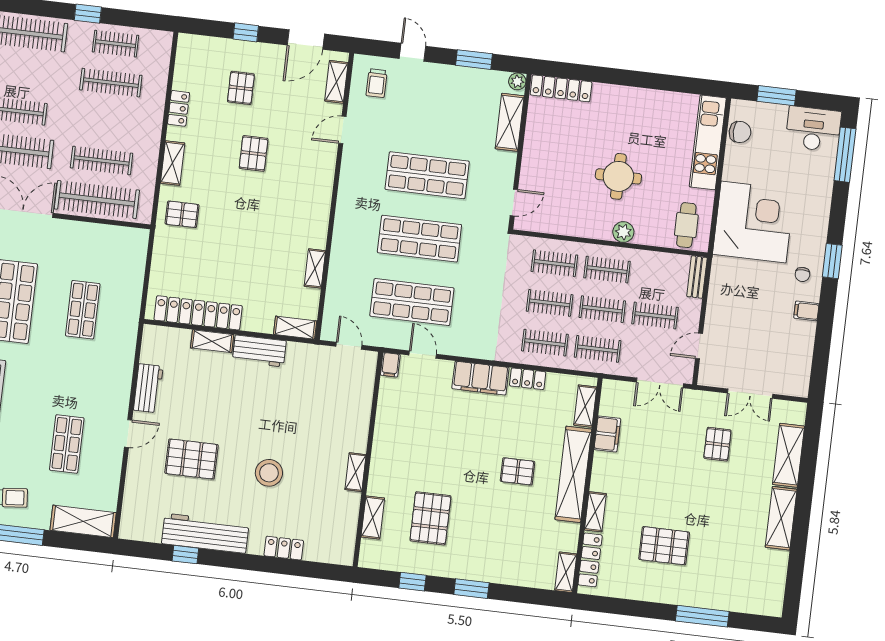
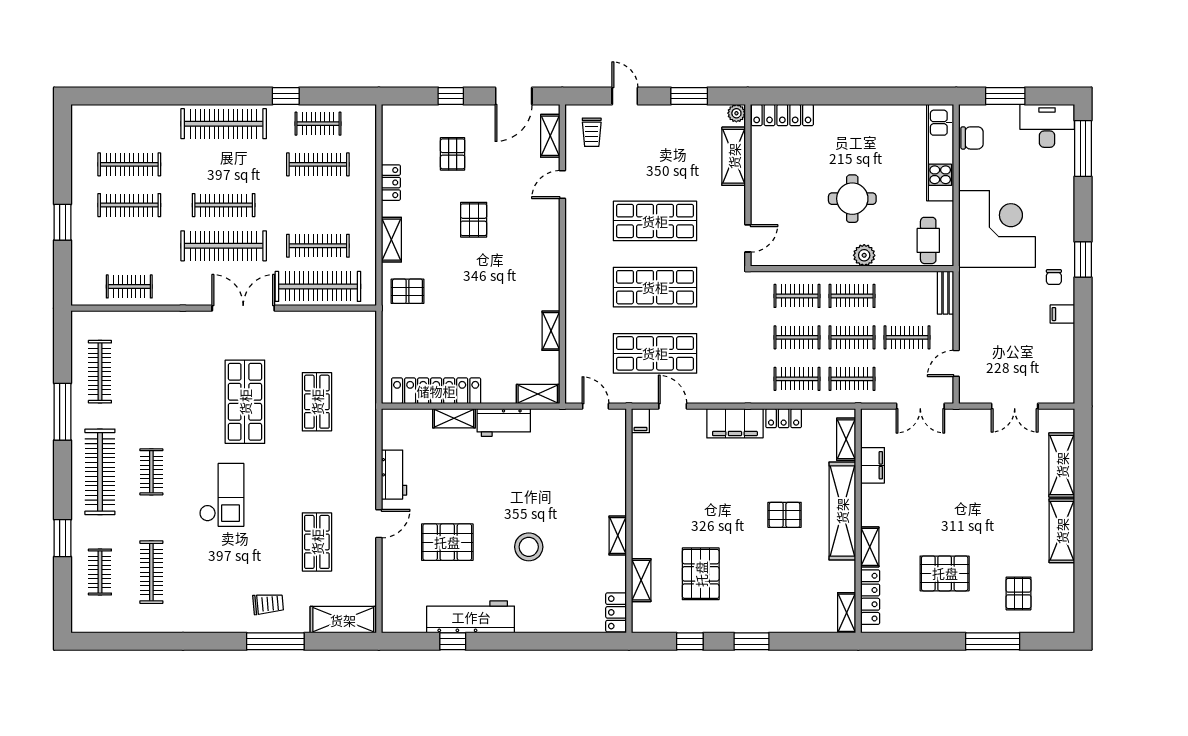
pallet: (717, 444) -> (1018, 593), moved
locker: (284, 548) -> (616, 612), moved, turned -90

